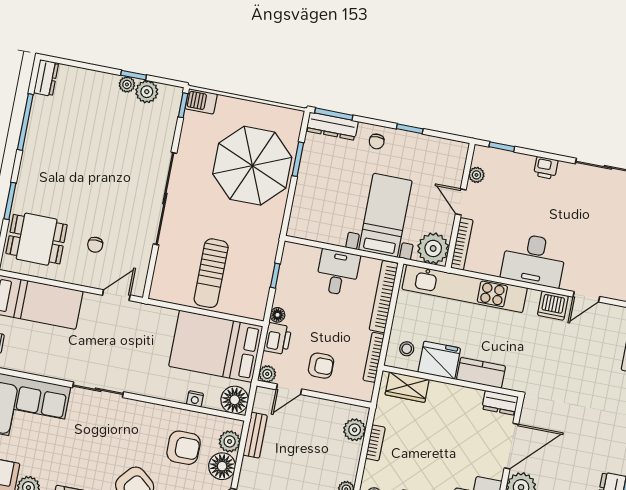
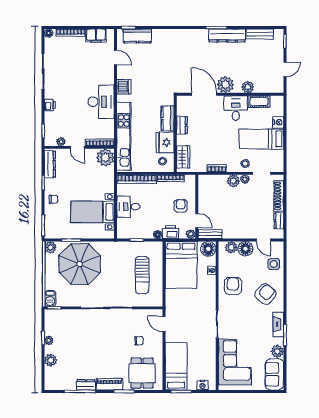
dresser: (46, 78) -> (86, 385), moved
plant: (147, 92) -> (51, 360), moved
plant: (292, 119) -> (50, 247), added
dresser: (332, 126) -> (50, 164), moved
piano: (28, 177) -> (109, 384), added
door: (461, 202) -> (77, 147), hinge flipped
bed with nightstands: (385, 215) -> (92, 212), moved
sun lounger: (211, 273) -> (142, 275), turned 90
door: (586, 297) -> (115, 58), moved
dresser: (500, 403) -> (182, 125), moved
plant: (355, 430) -> (233, 181), moved
bench: (255, 435) -> (210, 234), moved
armchair: (184, 448) -> (233, 286), moved

